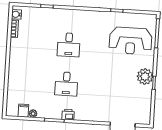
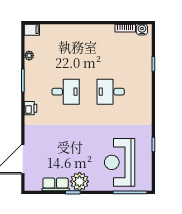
desk: (66, 84) -> (66, 92), turned 180
row of seats: (146, 97) -> (56, 184), added
filing cabinet: (23, 111) -> (32, 30), moved
printer: (68, 115) -> (31, 108), moved

